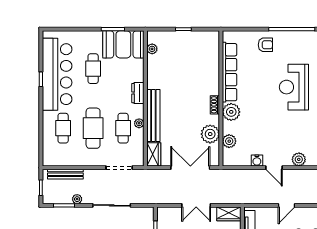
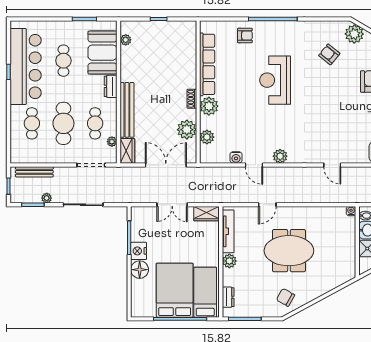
booth: (123, 44) -> (102, 53), moved, turned 90
plant: (139, 123) -> (112, 142), moved

